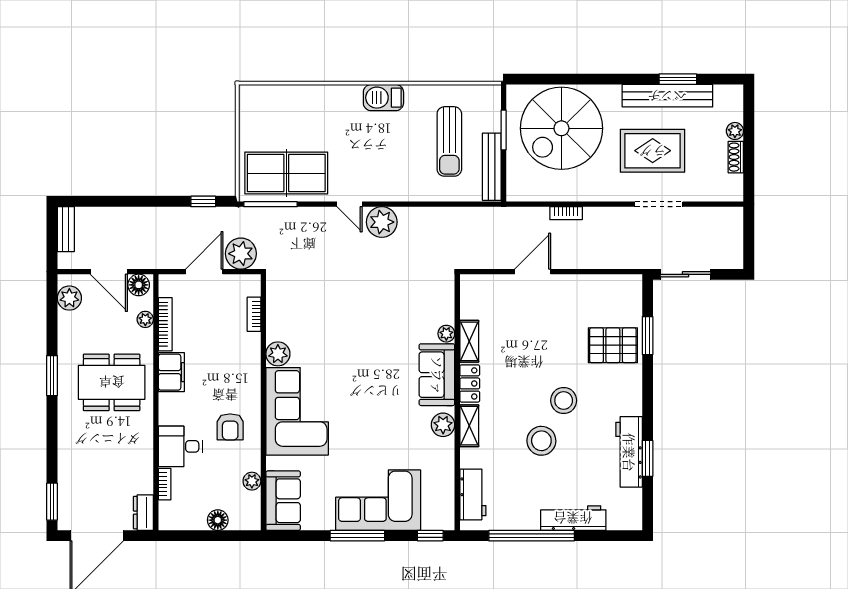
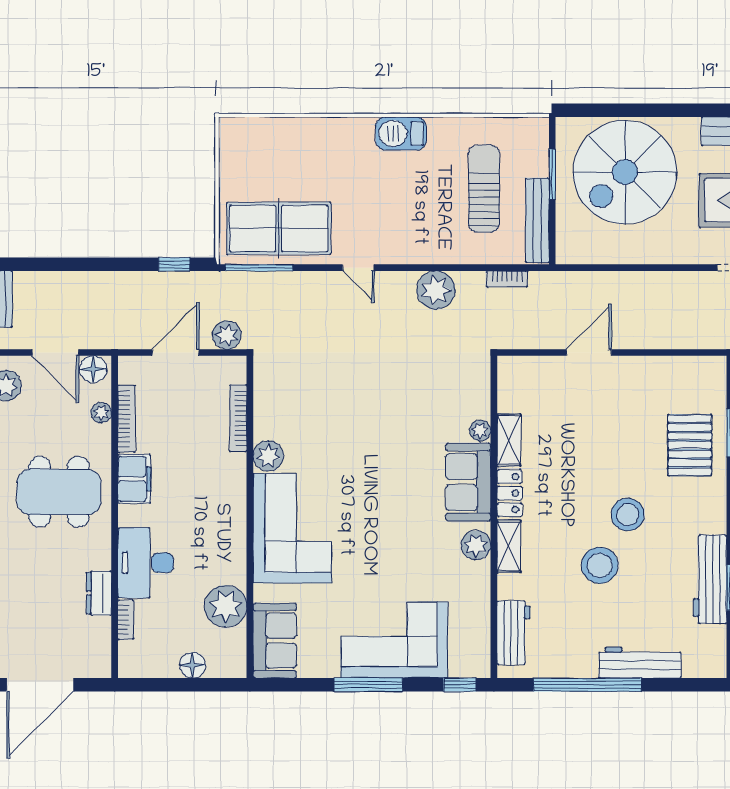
sun lounger: (449, 141) -> (484, 189), turned 180
bookcase: (566, 213) -> (507, 279), moved
plant: (382, 222) -> (436, 290), moved
plant: (241, 254) -> (227, 335), width x0.73, depth x0.73
bookcase: (254, 314) -> (238, 418), width x1.56
pallet: (613, 345) -> (690, 445), turned 90
armchair: (230, 427) -> (208, 548), removed
desk: (180, 446) -> (145, 563), width x1.37
plant: (252, 481) -> (226, 606), width x1.87, depth x1.87
dresser: (143, 513) -> (99, 593), moved

